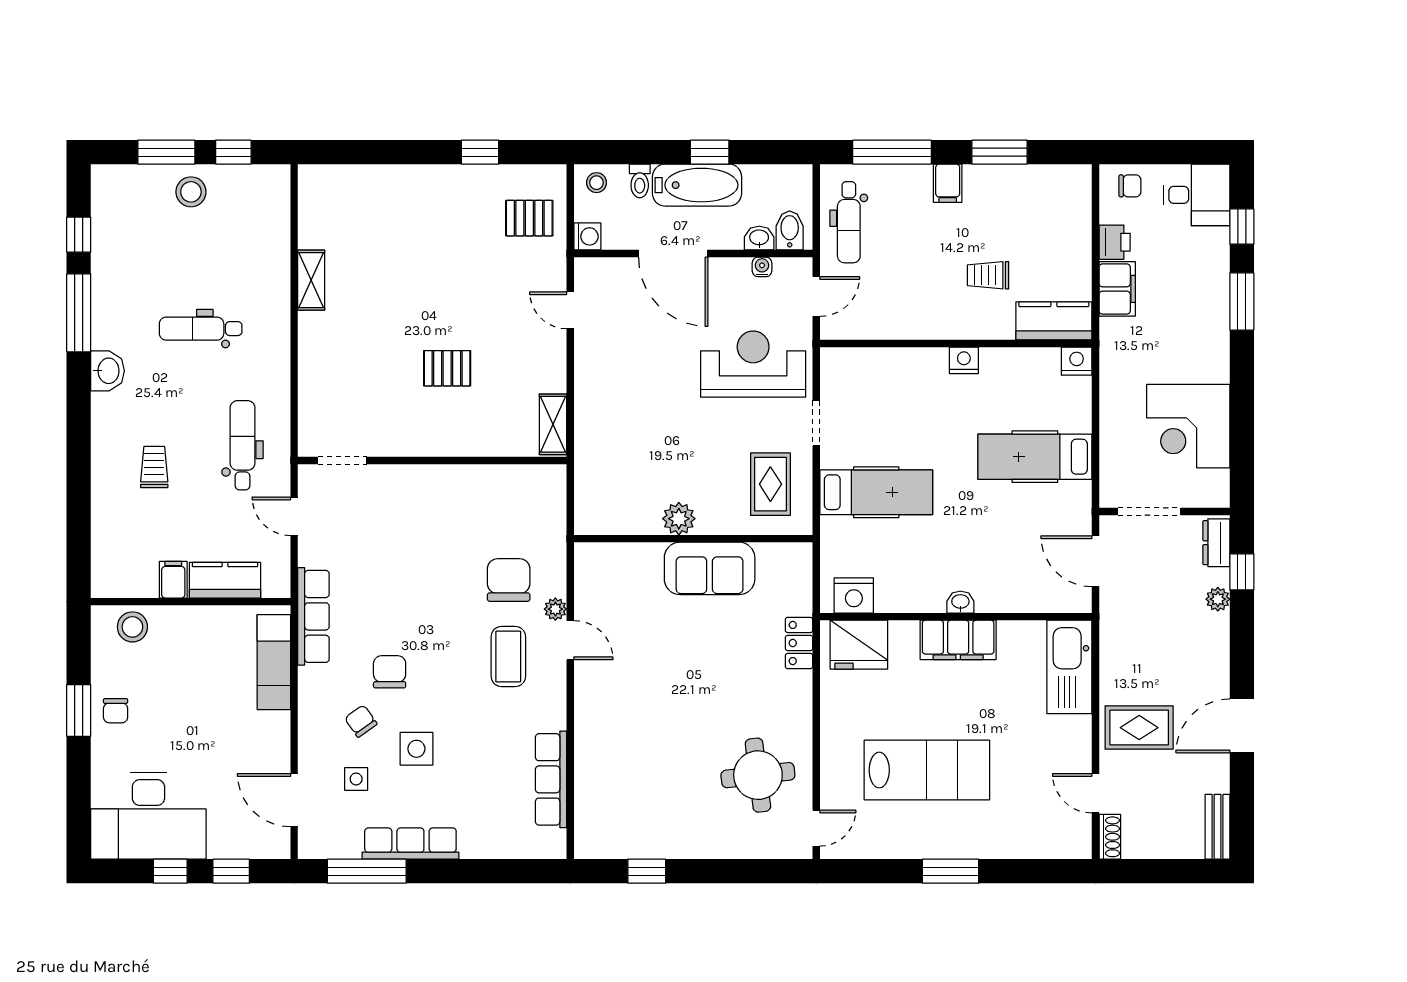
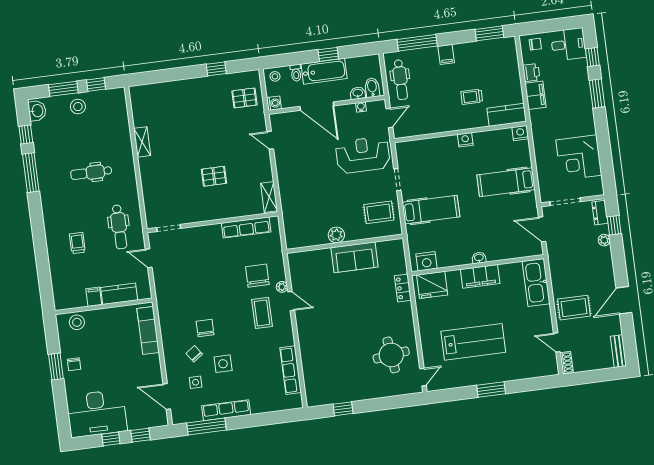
window: (1000, 152) -> (489, 33), moved
washbasin: (108, 371) -> (37, 111), moved
dental chair: (243, 445) -> (119, 227), turned 180
rug: (770, 484) -> (379, 212), turned 90
row of seats: (313, 616) -> (246, 227), moved, turned 90

